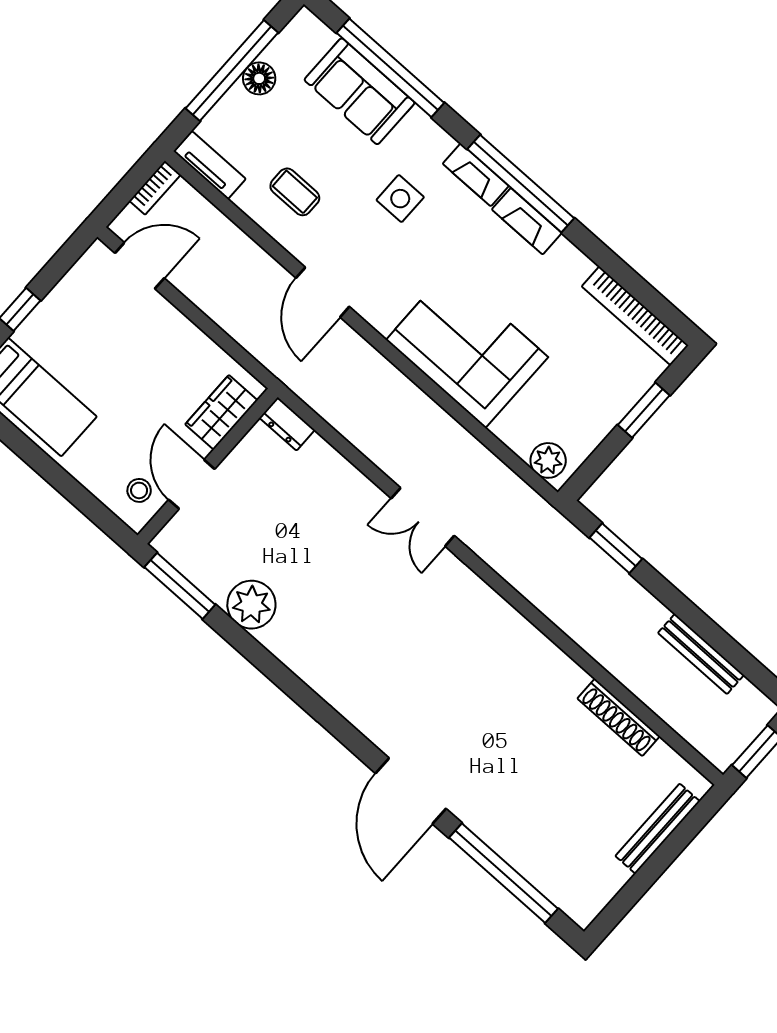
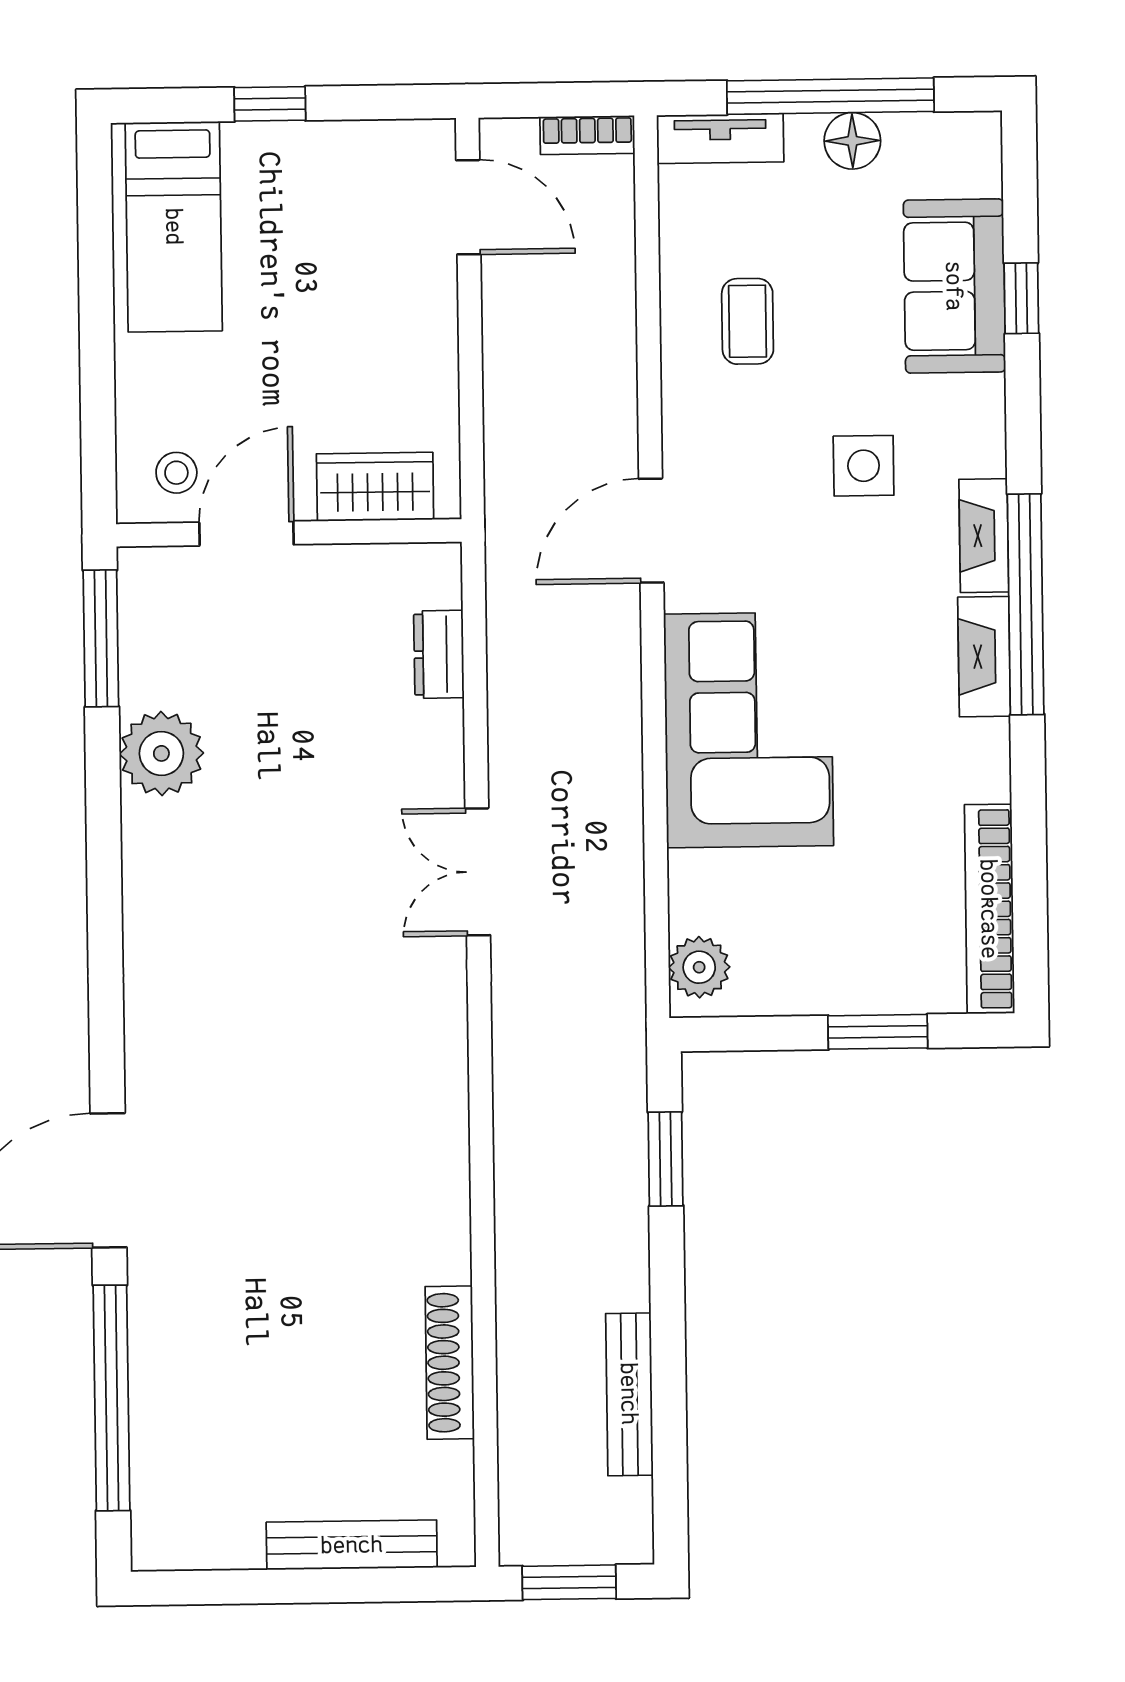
window: (390, 68) -> (1021, 298), width x0.32
tv unit: (210, 165) -> (720, 139), moved, turned 90
door: (323, 292) -> (651, 531), moved
dresser: (287, 424) -> (439, 654), moved

